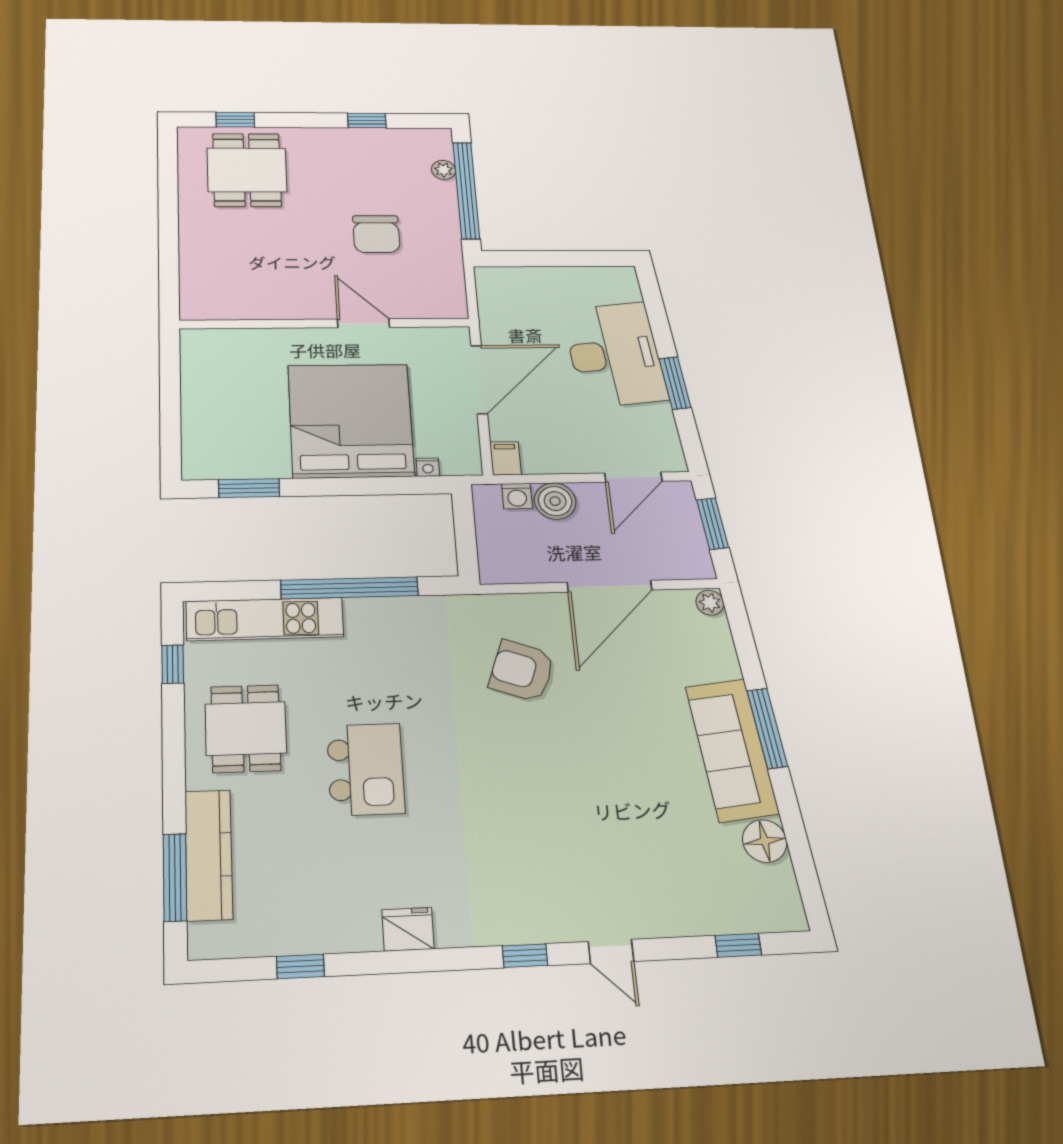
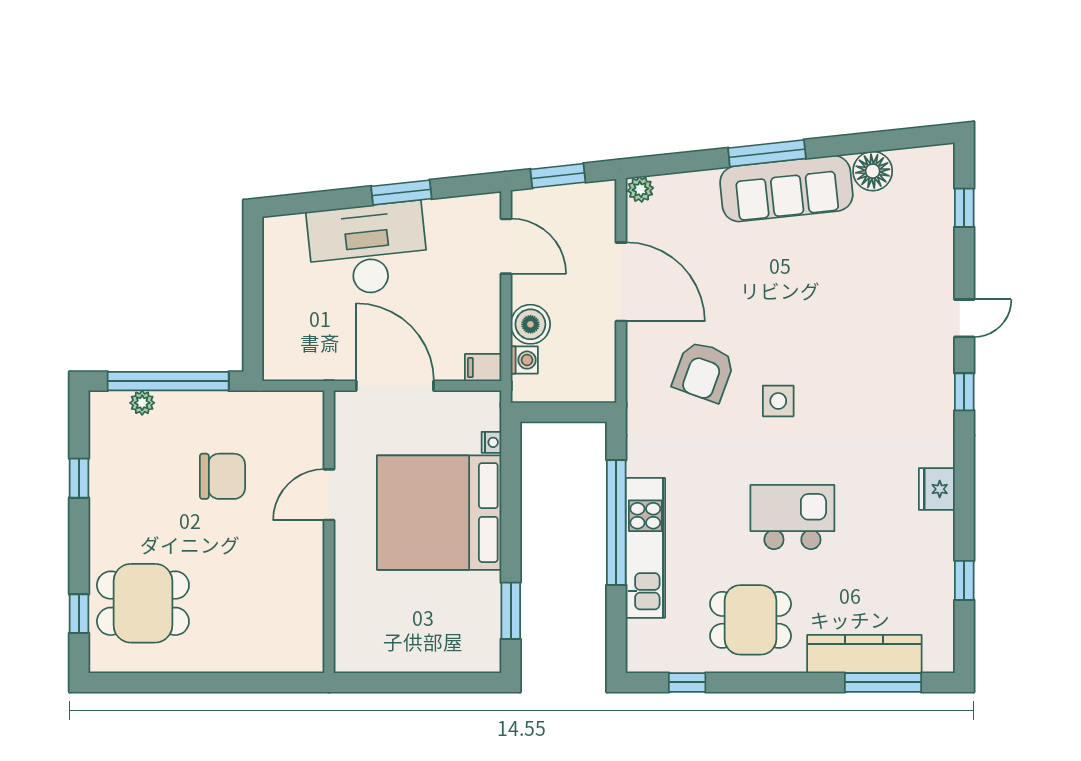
kitchen unit: (265, 619) -> (645, 548), moved
side table: (496, 749) -> (778, 401), added

